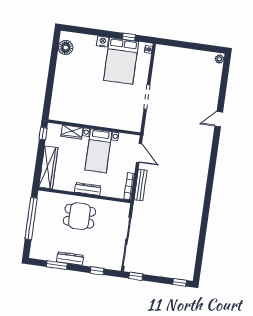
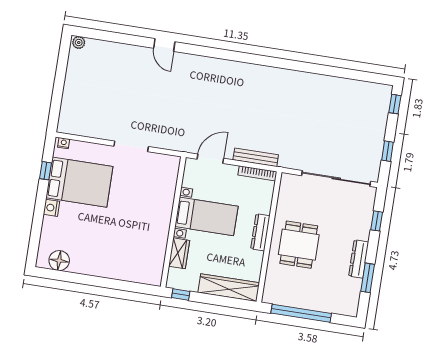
window: (136, 276) -> (388, 151), moved

